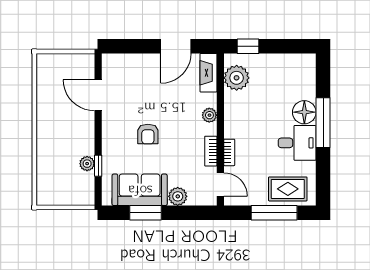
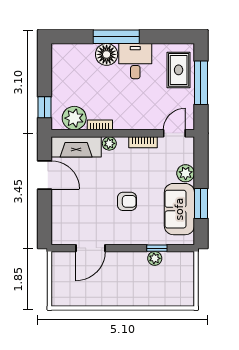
fireplace: (208, 73) -> (76, 147), width x1.37, depth x1.32
bookcase: (229, 152) -> (100, 125), moved

